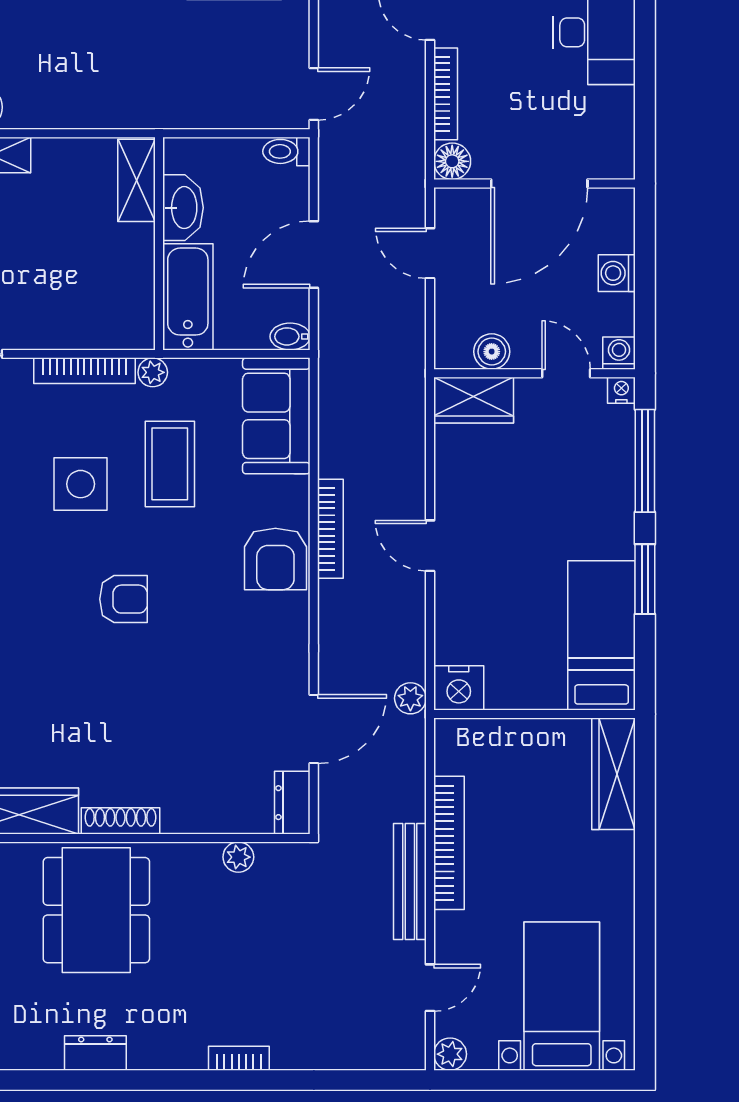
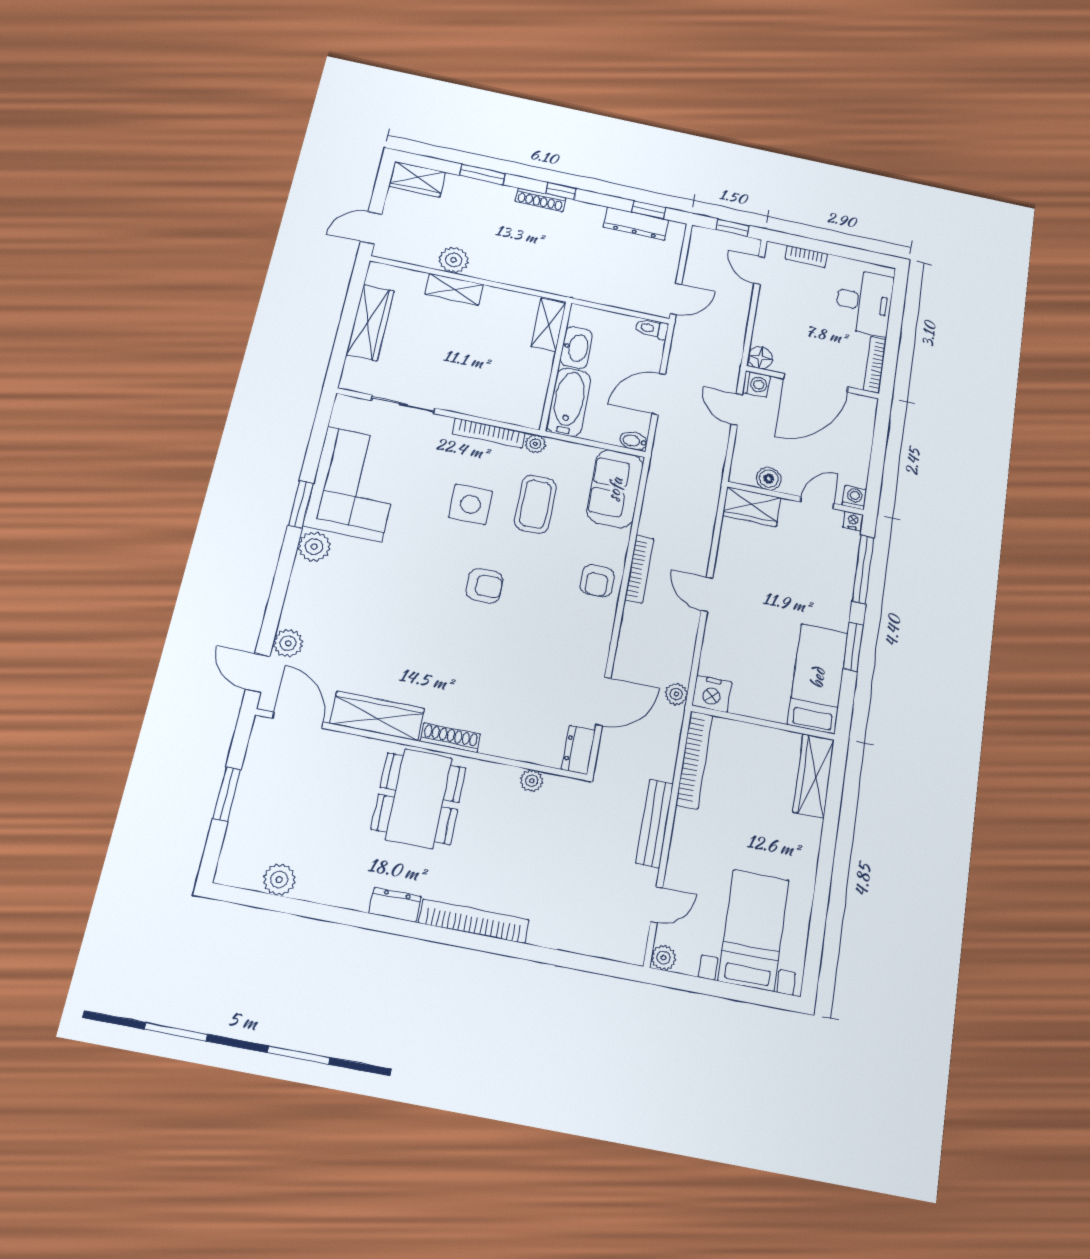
bookcase: (446, 94) -> (875, 365), moved, turned 180
washing machine: (617, 273) -> (756, 384), moved, turned 180
door: (566, 373) -> (817, 503), hinge flipped
armchair: (275, 559) -> (597, 581), width x0.72, depth x0.72
bookcase: (449, 843) -> (694, 760), moved
bookcase: (239, 1058) -> (474, 921), width x2.31, depth x1.31

